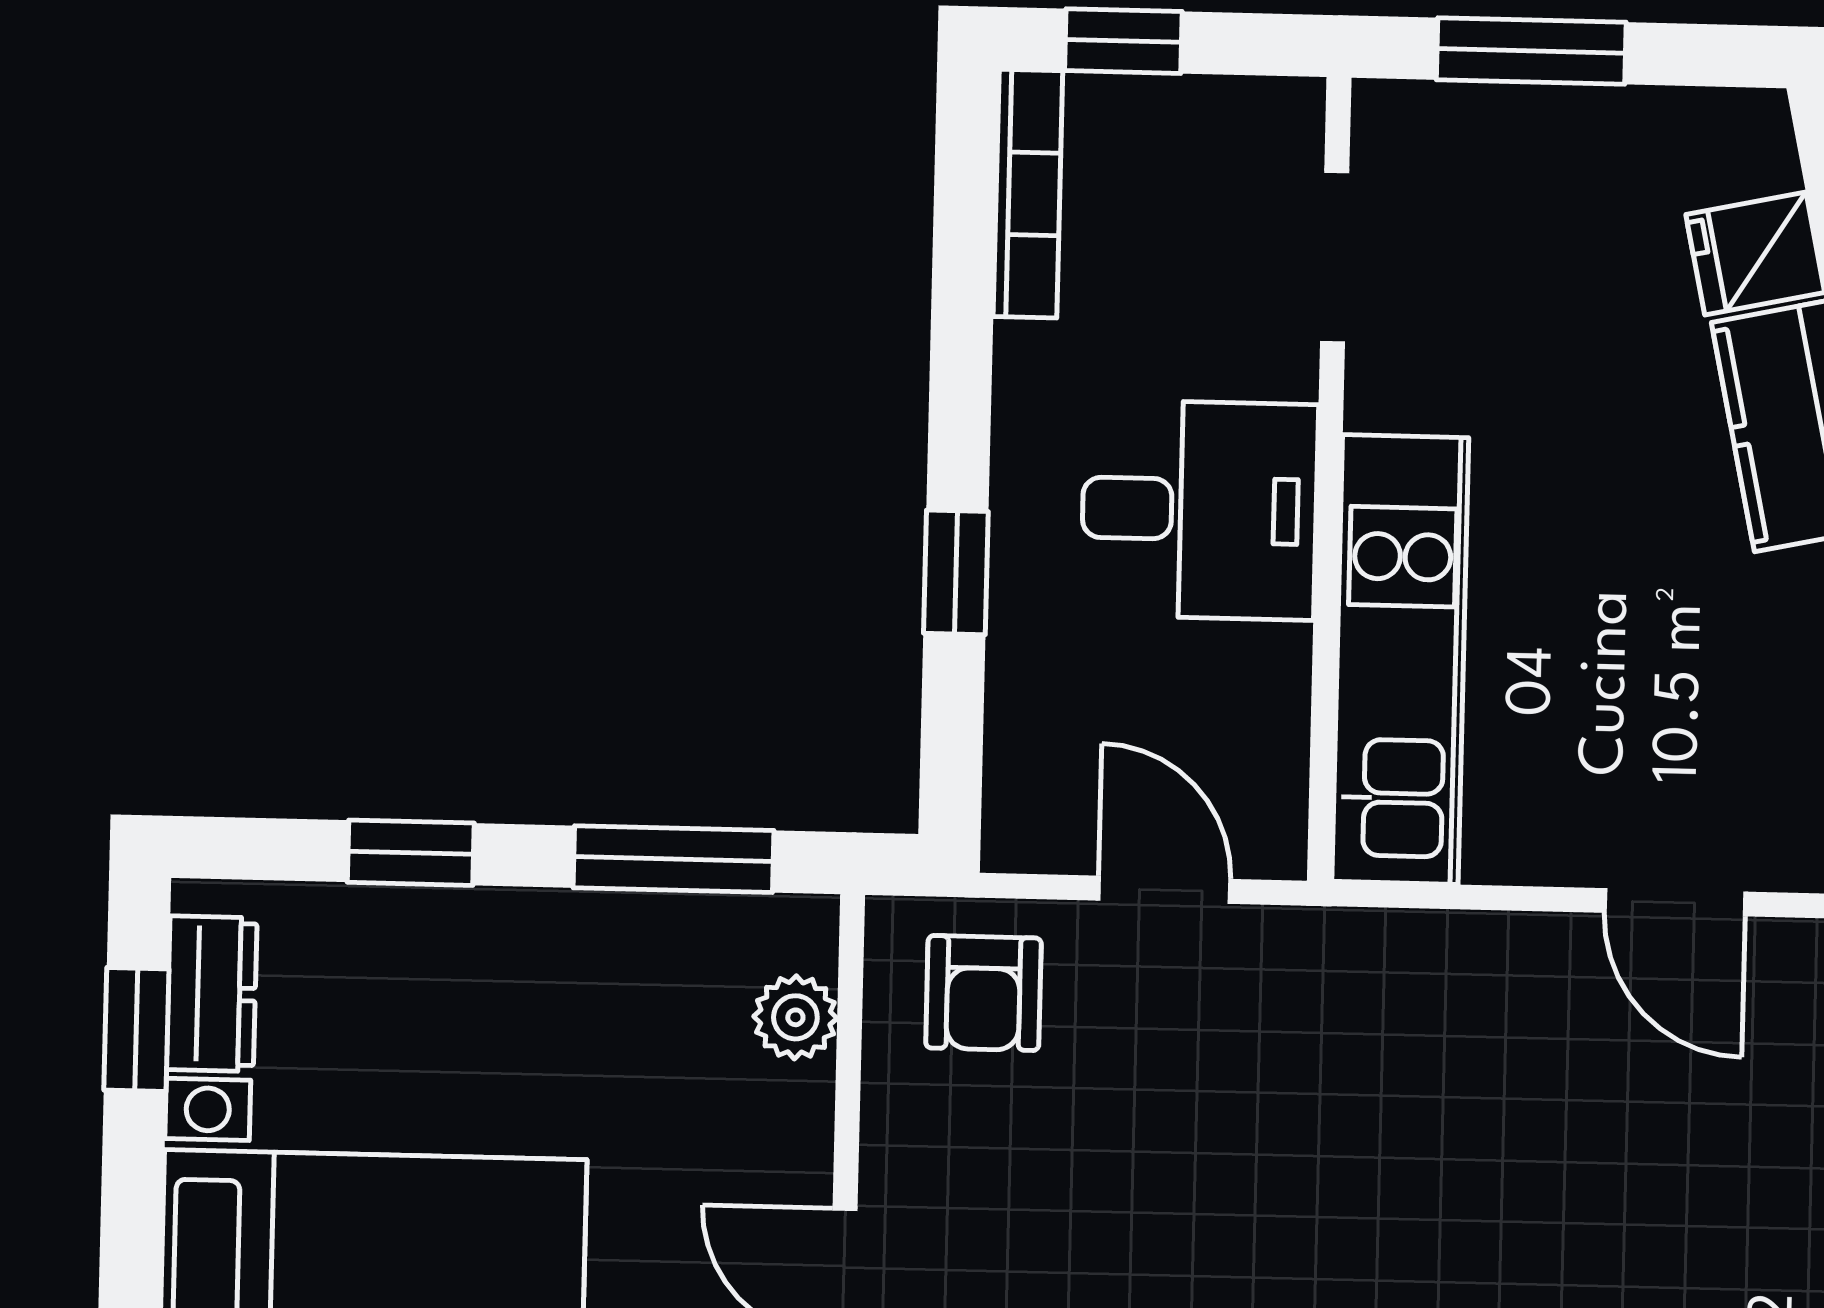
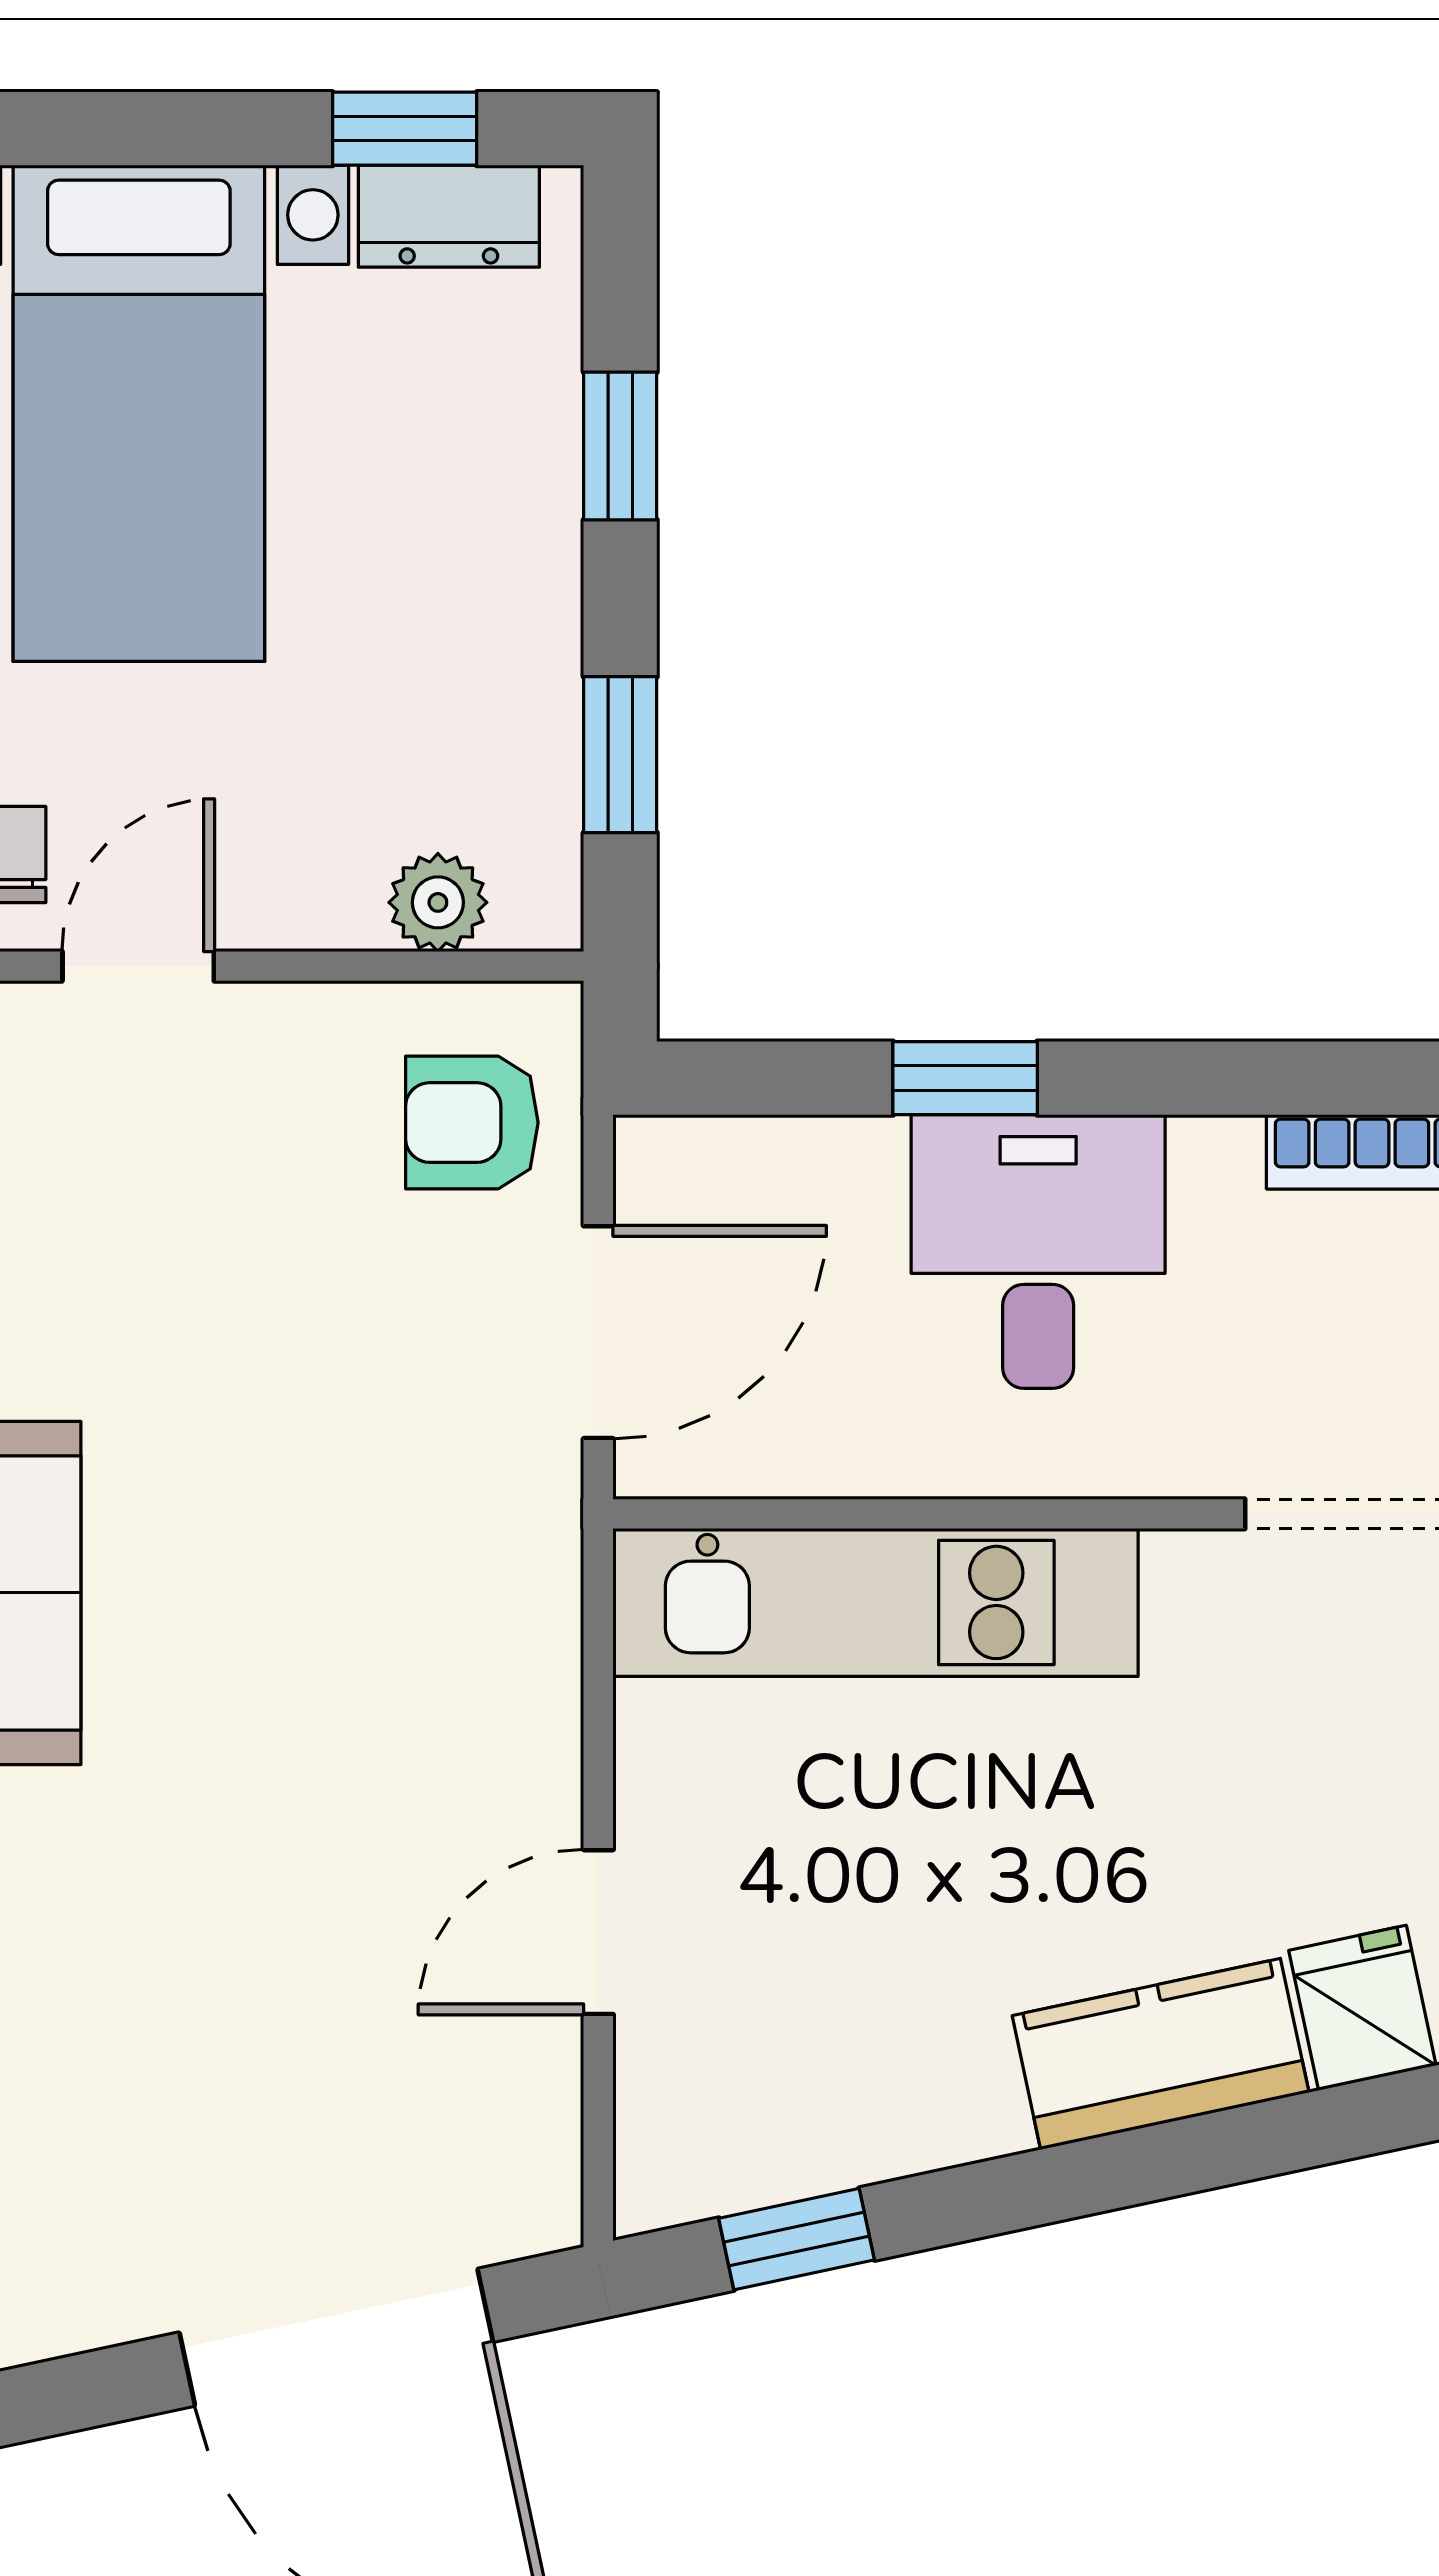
desk: (1199, 510) -> (1038, 1252), moved, turned 180
window: (674, 859) -> (620, 755), width x0.67
door: (1164, 890) -> (598, 1332), width x1.38

